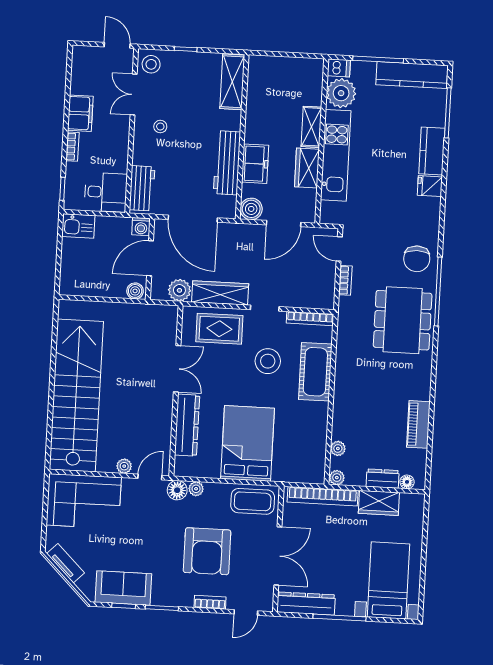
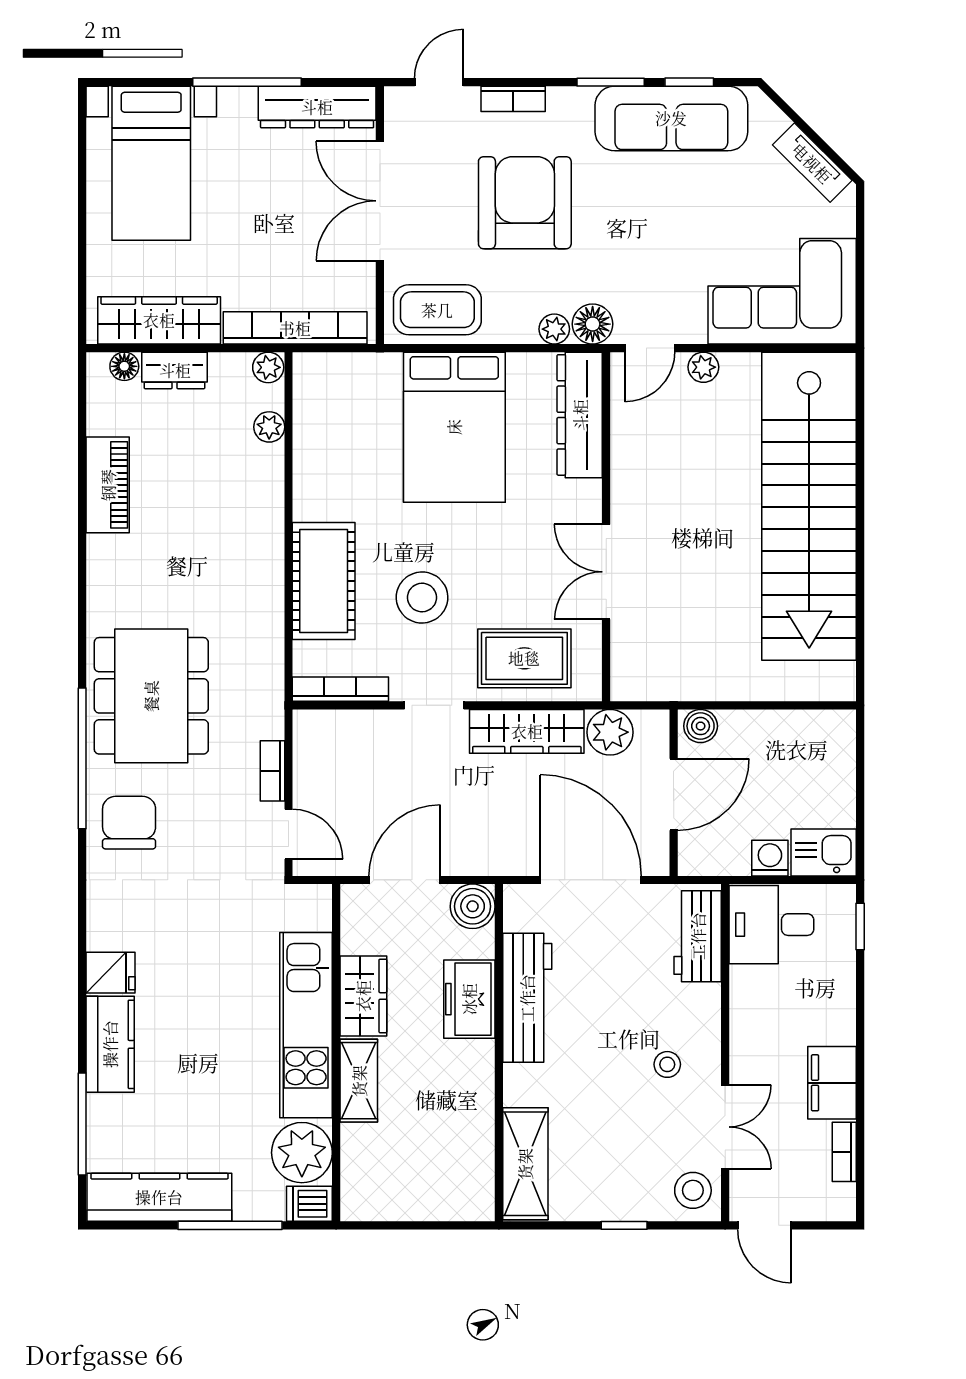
bookcase: (72, 147) -> (844, 1152), moved
washing machine: (141, 227) -> (770, 858), moved
dresser: (187, 425) -> (580, 415), moved
wardrobe: (379, 503) -> (159, 320), width x1.50
sofa: (123, 588) -> (671, 118), width x1.36

